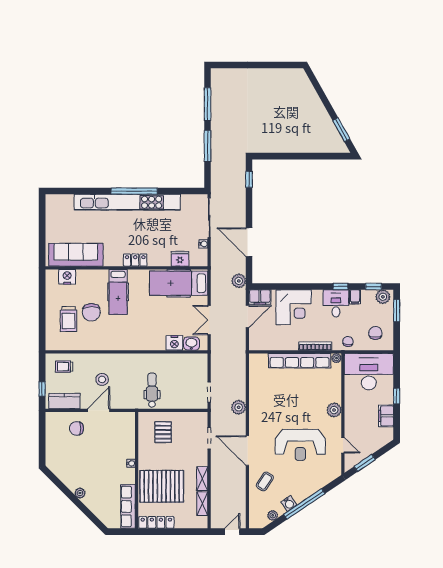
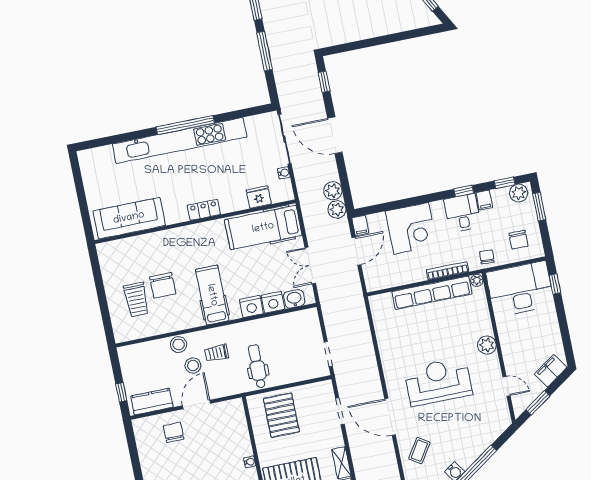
door: (249, 242) -> (335, 135), moved
nightstand: (67, 277) -> (251, 307), moved, turned 180
hospital bed: (118, 292) -> (212, 295), moved, turned 180
filing cabinet: (260, 297) -> (360, 226), width x0.50
chair: (375, 333) -> (518, 240), turned 180
stool: (94, 361) -> (179, 345), added
trolley: (64, 367) -> (217, 353), moved
window: (397, 396) -> (555, 284), moved
plant: (239, 407) -> (333, 191), moved
filing cabinet: (386, 416) -> (551, 371), moved, turned 56
chair: (77, 428) -> (174, 432), turned 90
pallet: (163, 432) -> (281, 415), width x1.50, depth x1.42
reception desk: (300, 445) -> (438, 382), moved, turned 180

